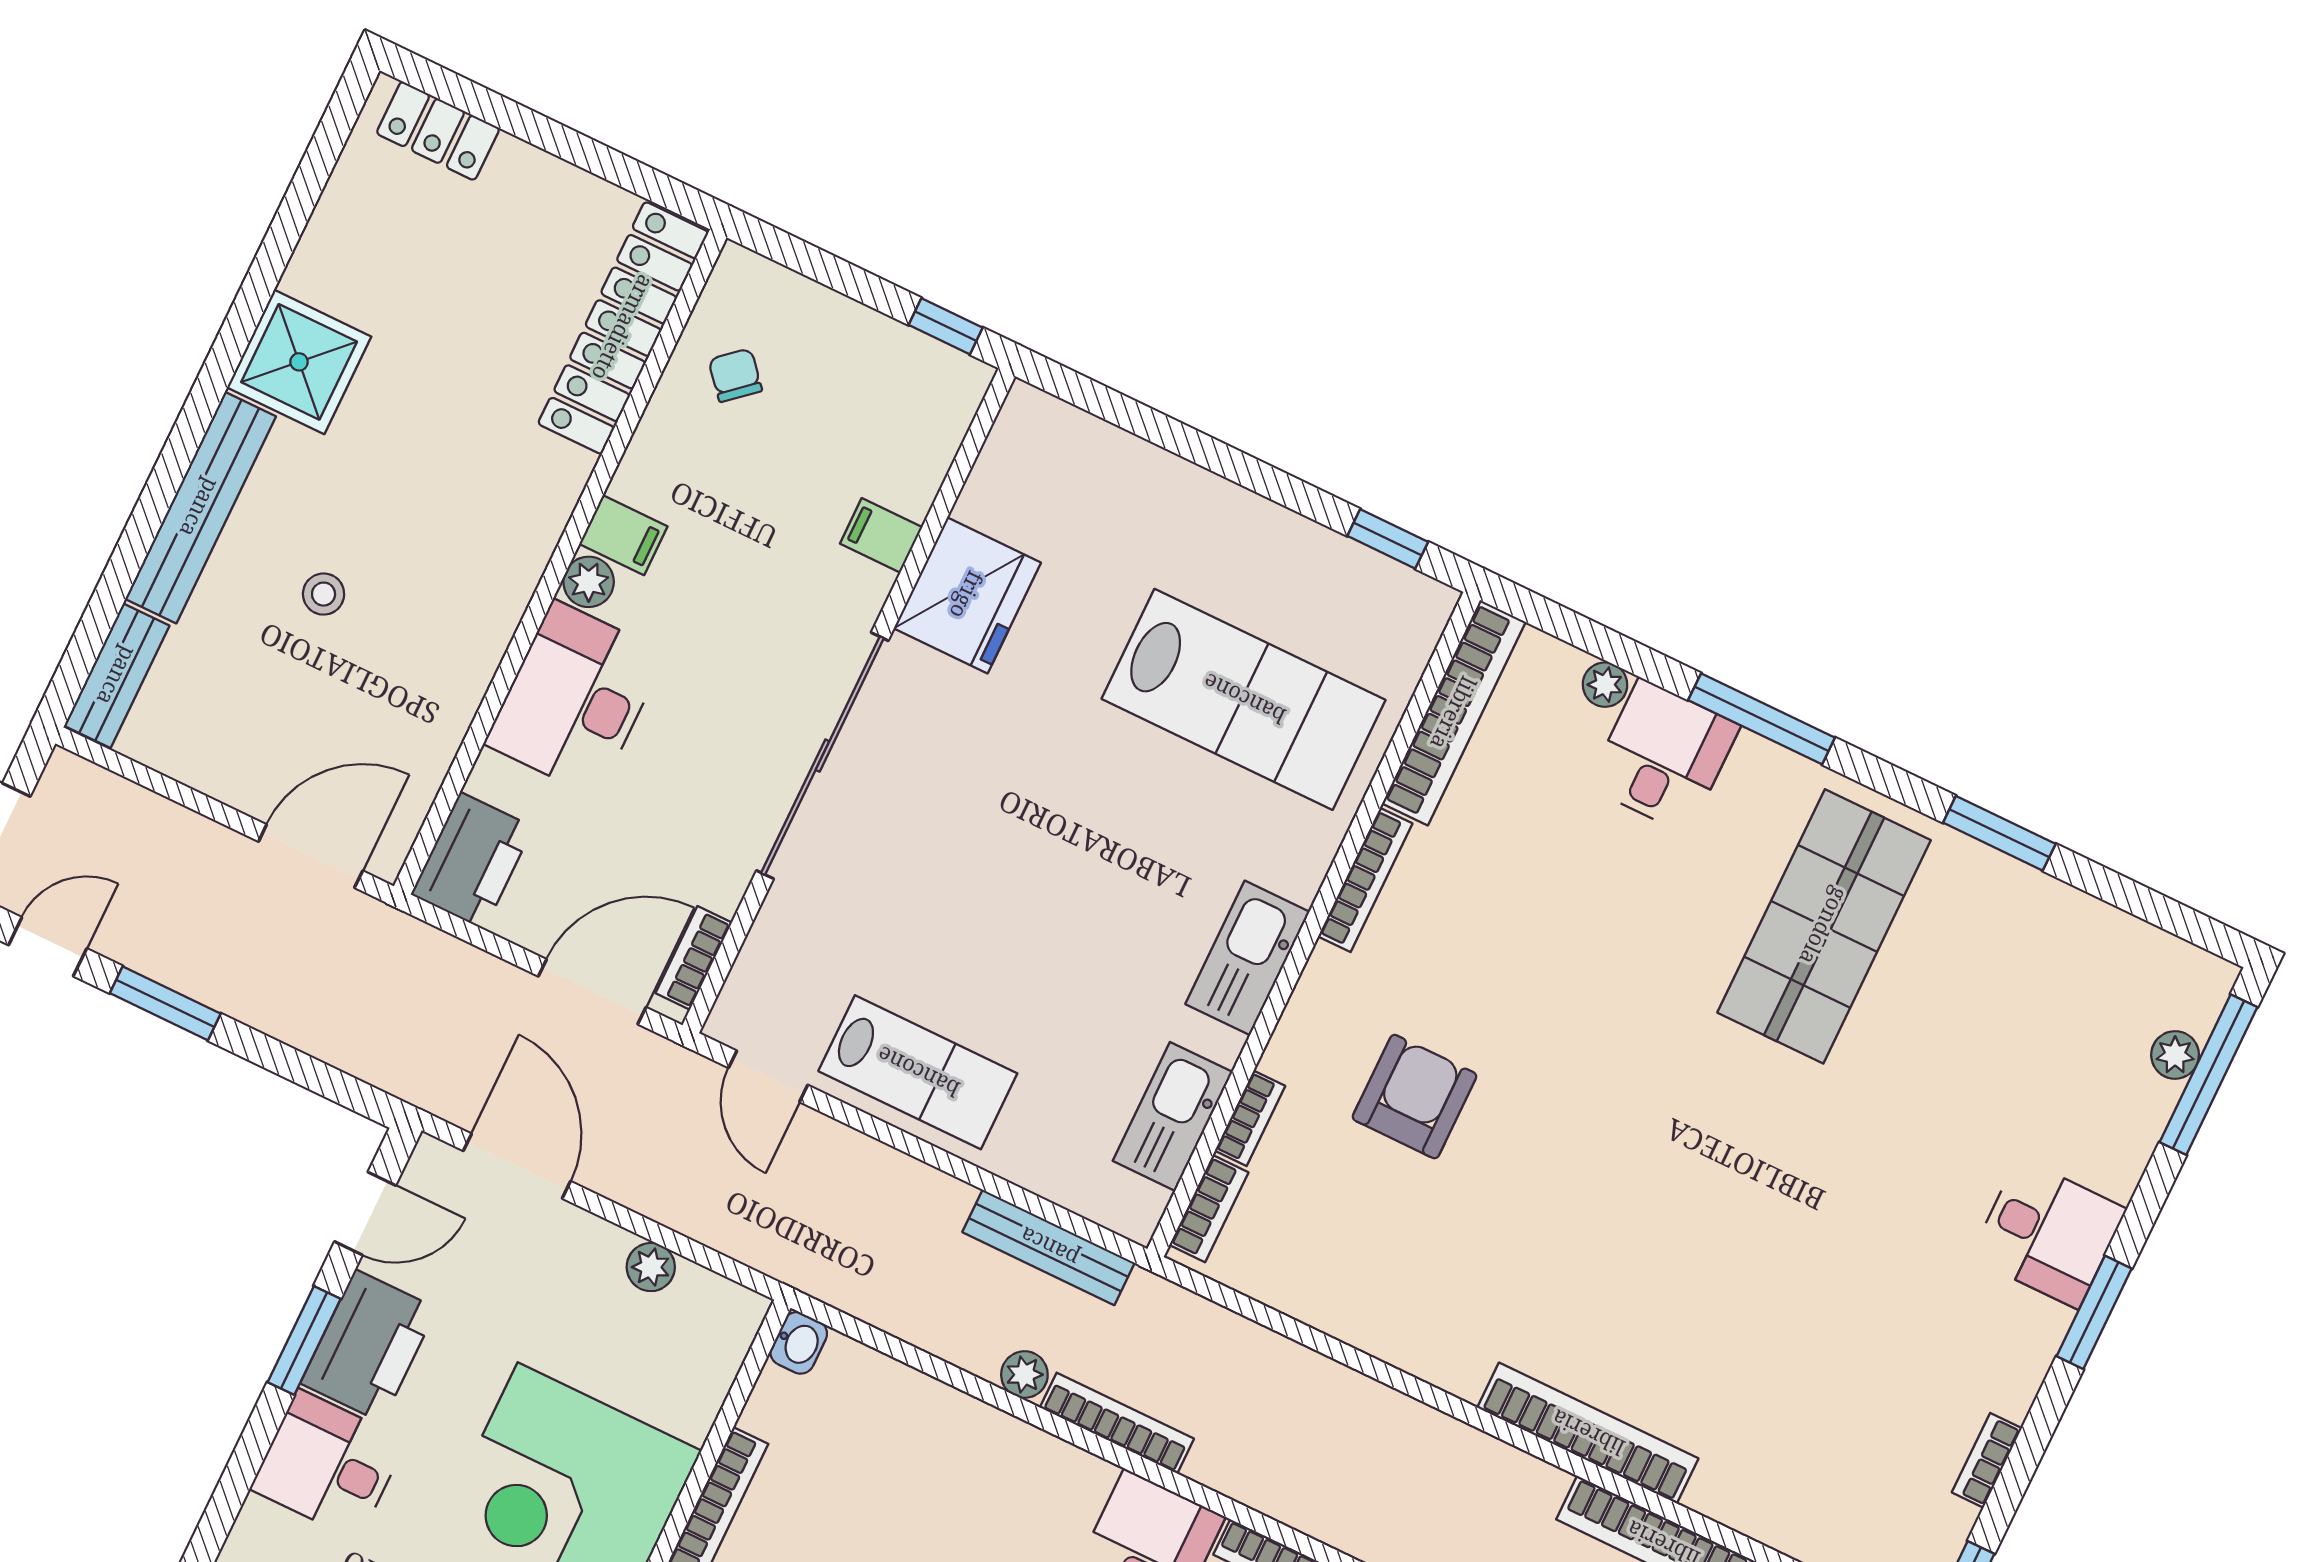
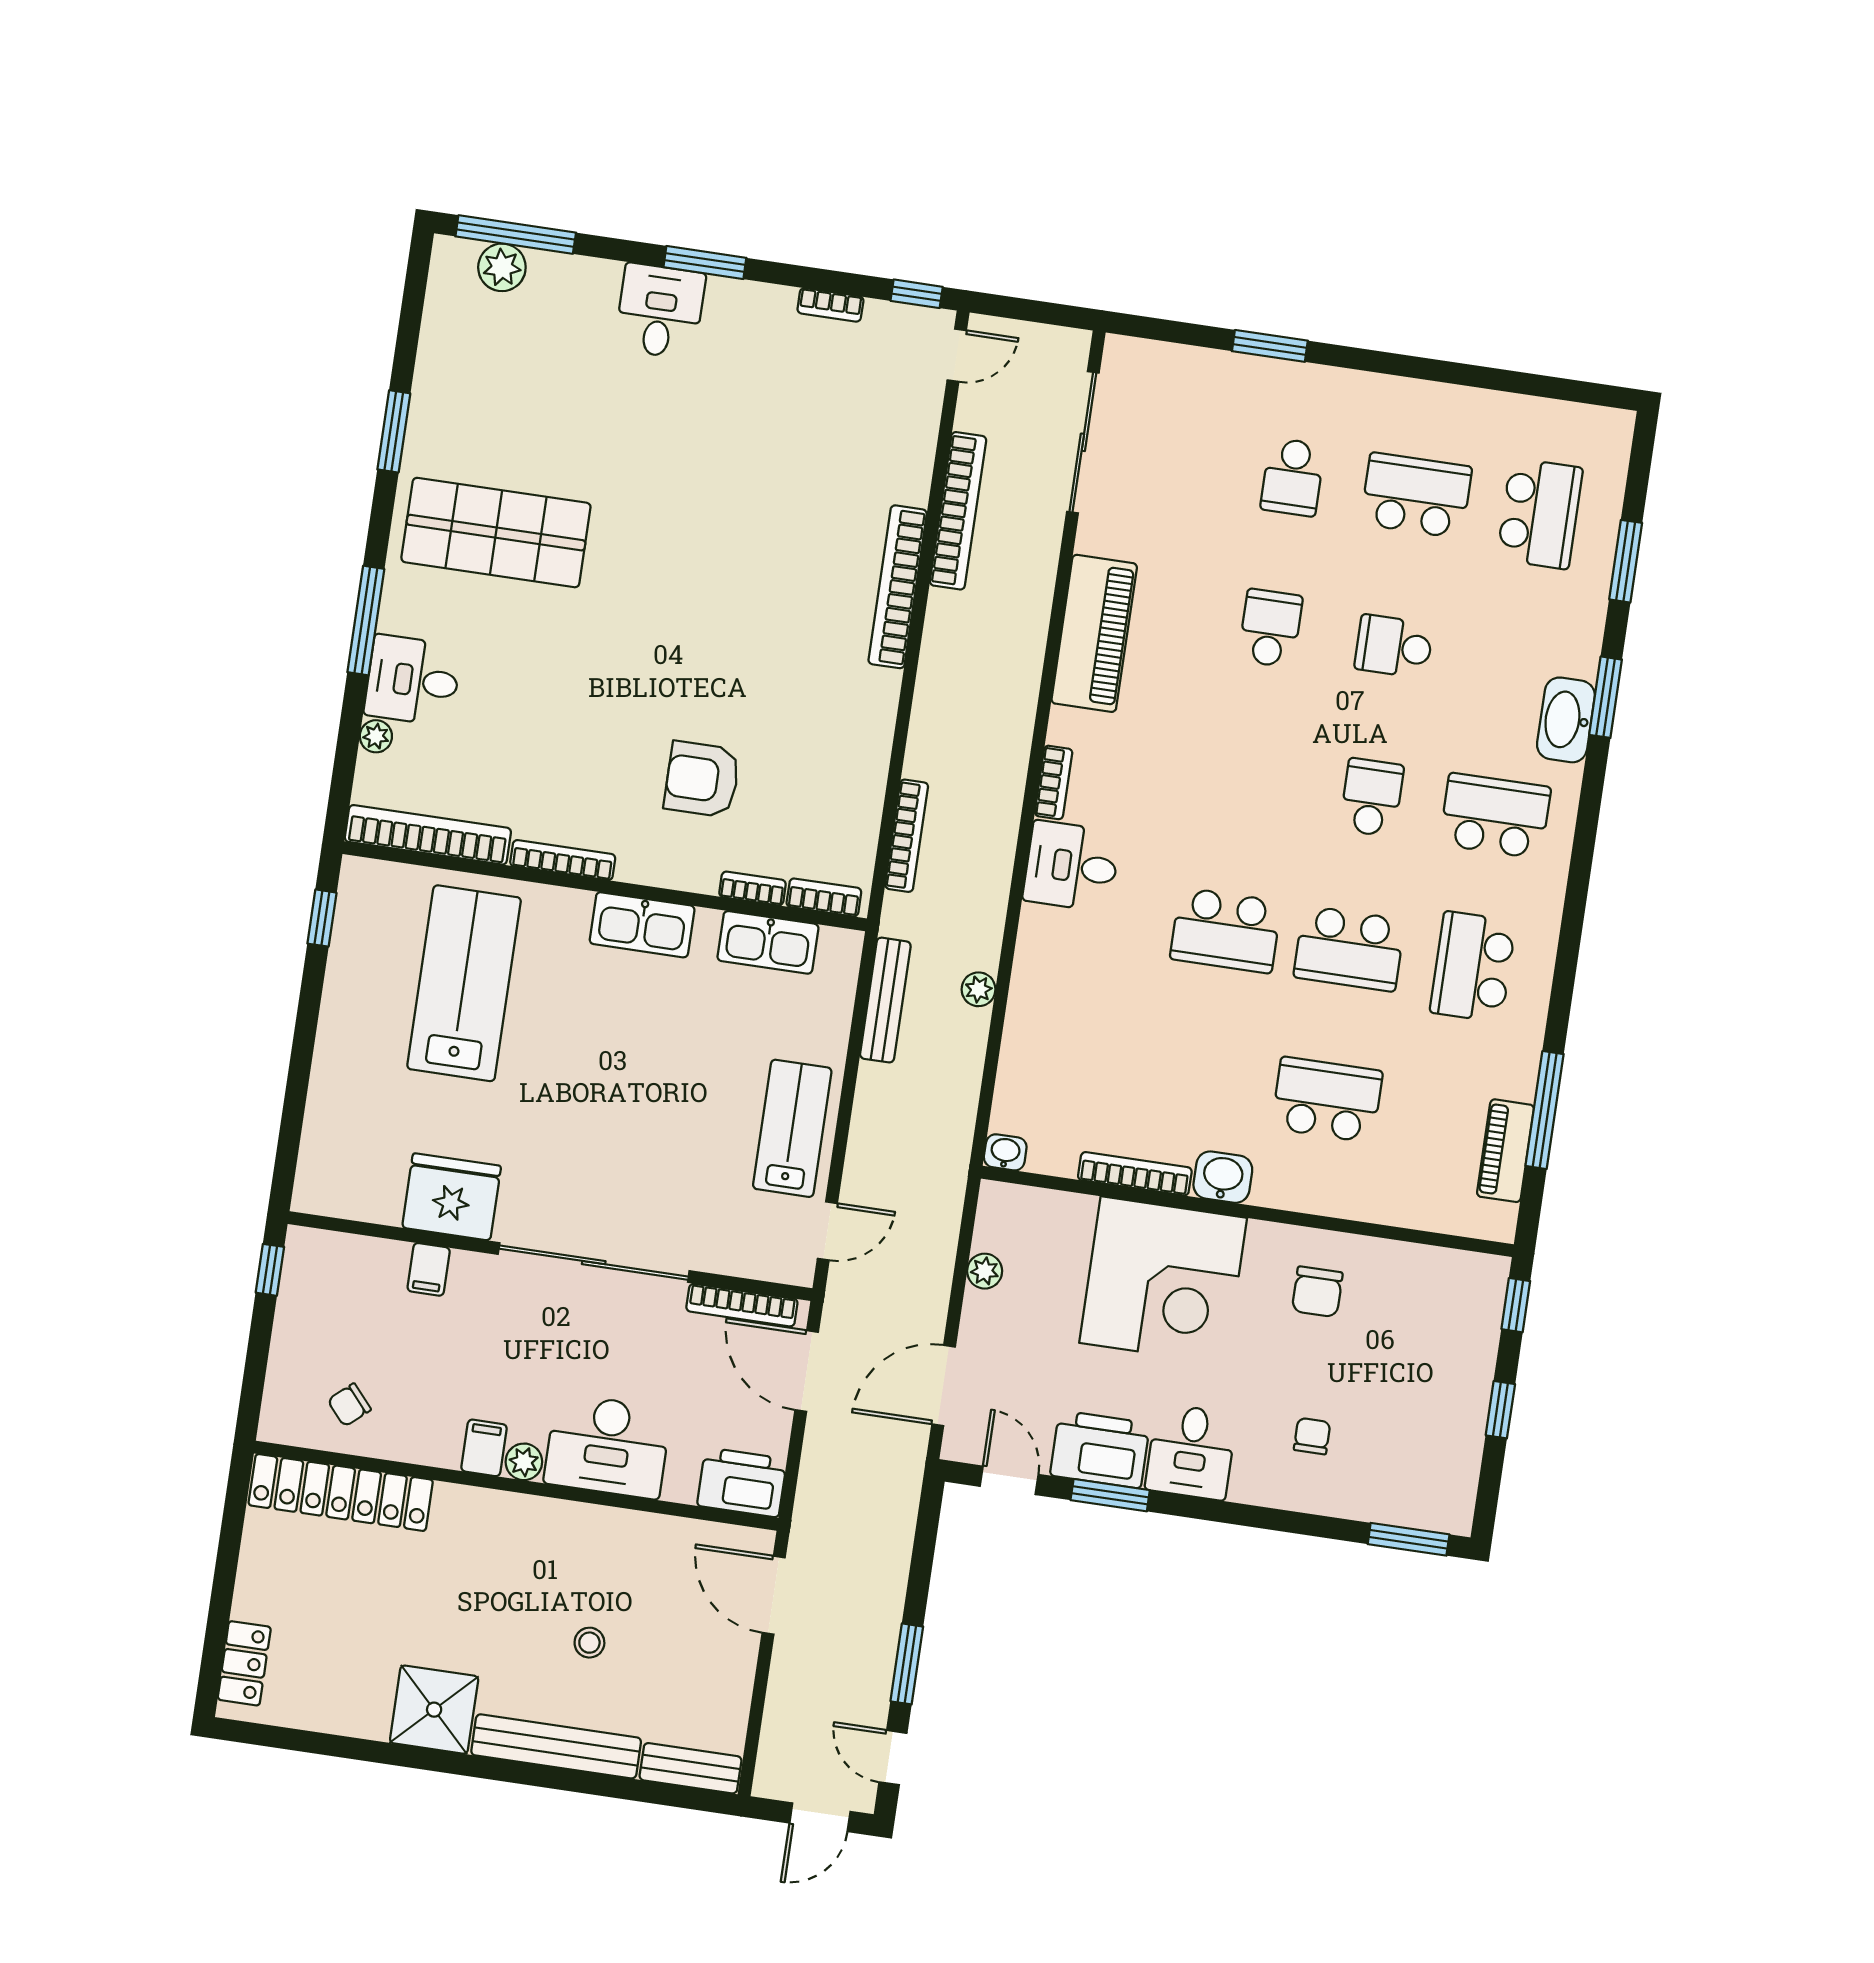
bookcase: (694, 958) -> (742, 1305), width x1.56
plant: (2175, 1055) -> (502, 267), width x1.38, depth x1.38
bookcase: (1117, 1423) -> (907, 836), moved, turned 180

